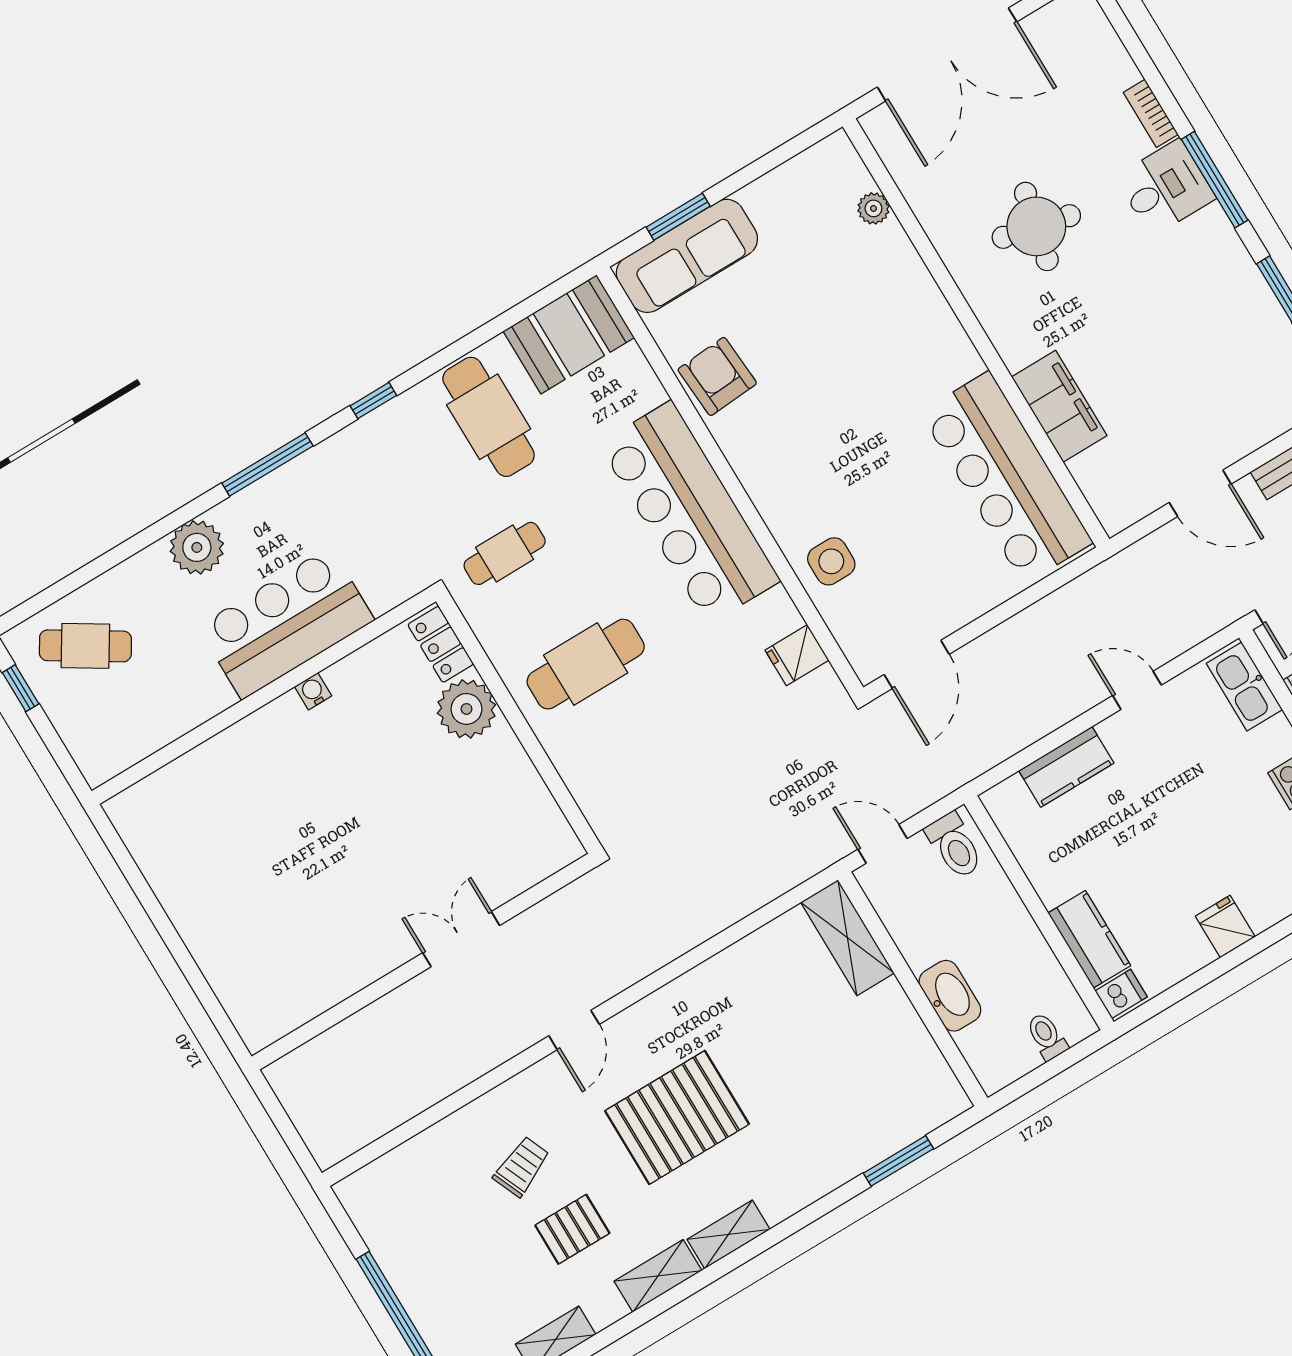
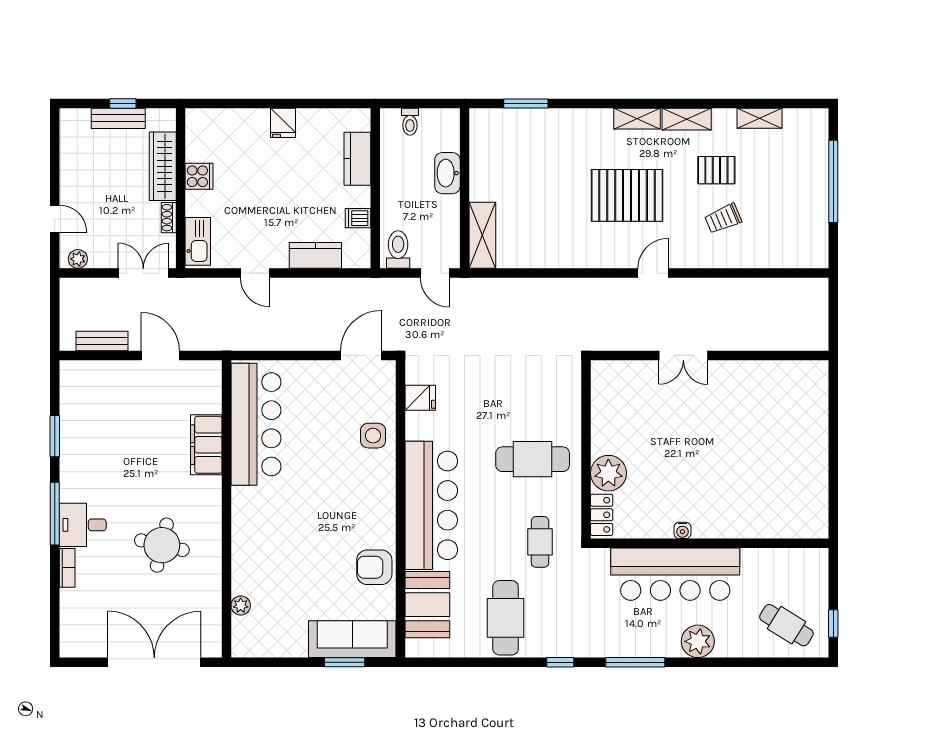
booth: (569, 334) -> (427, 605), moved, turned 90
armchair: (717, 376) -> (374, 567), turned 94
cafe table: (505, 553) -> (540, 542), turned 90
bar counter: (286, 623) -> (675, 574), width x1.36
dishwasher: (1121, 994) -> (358, 218), moved

